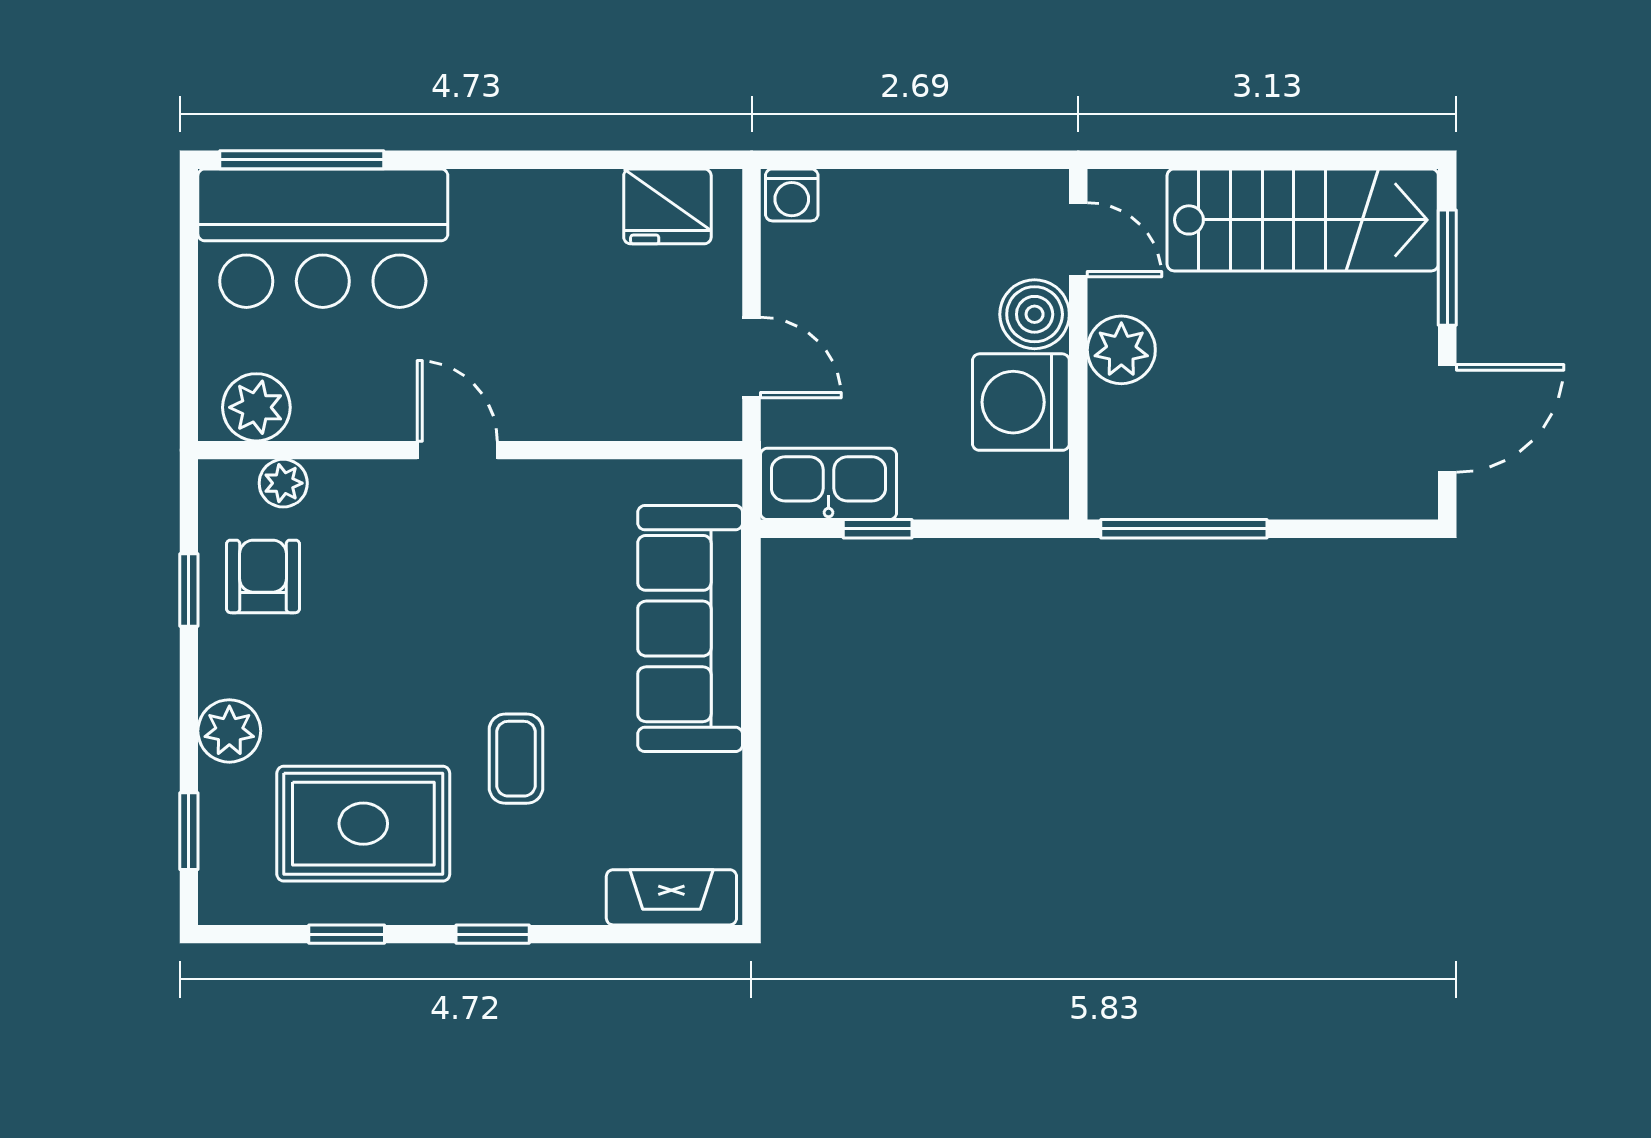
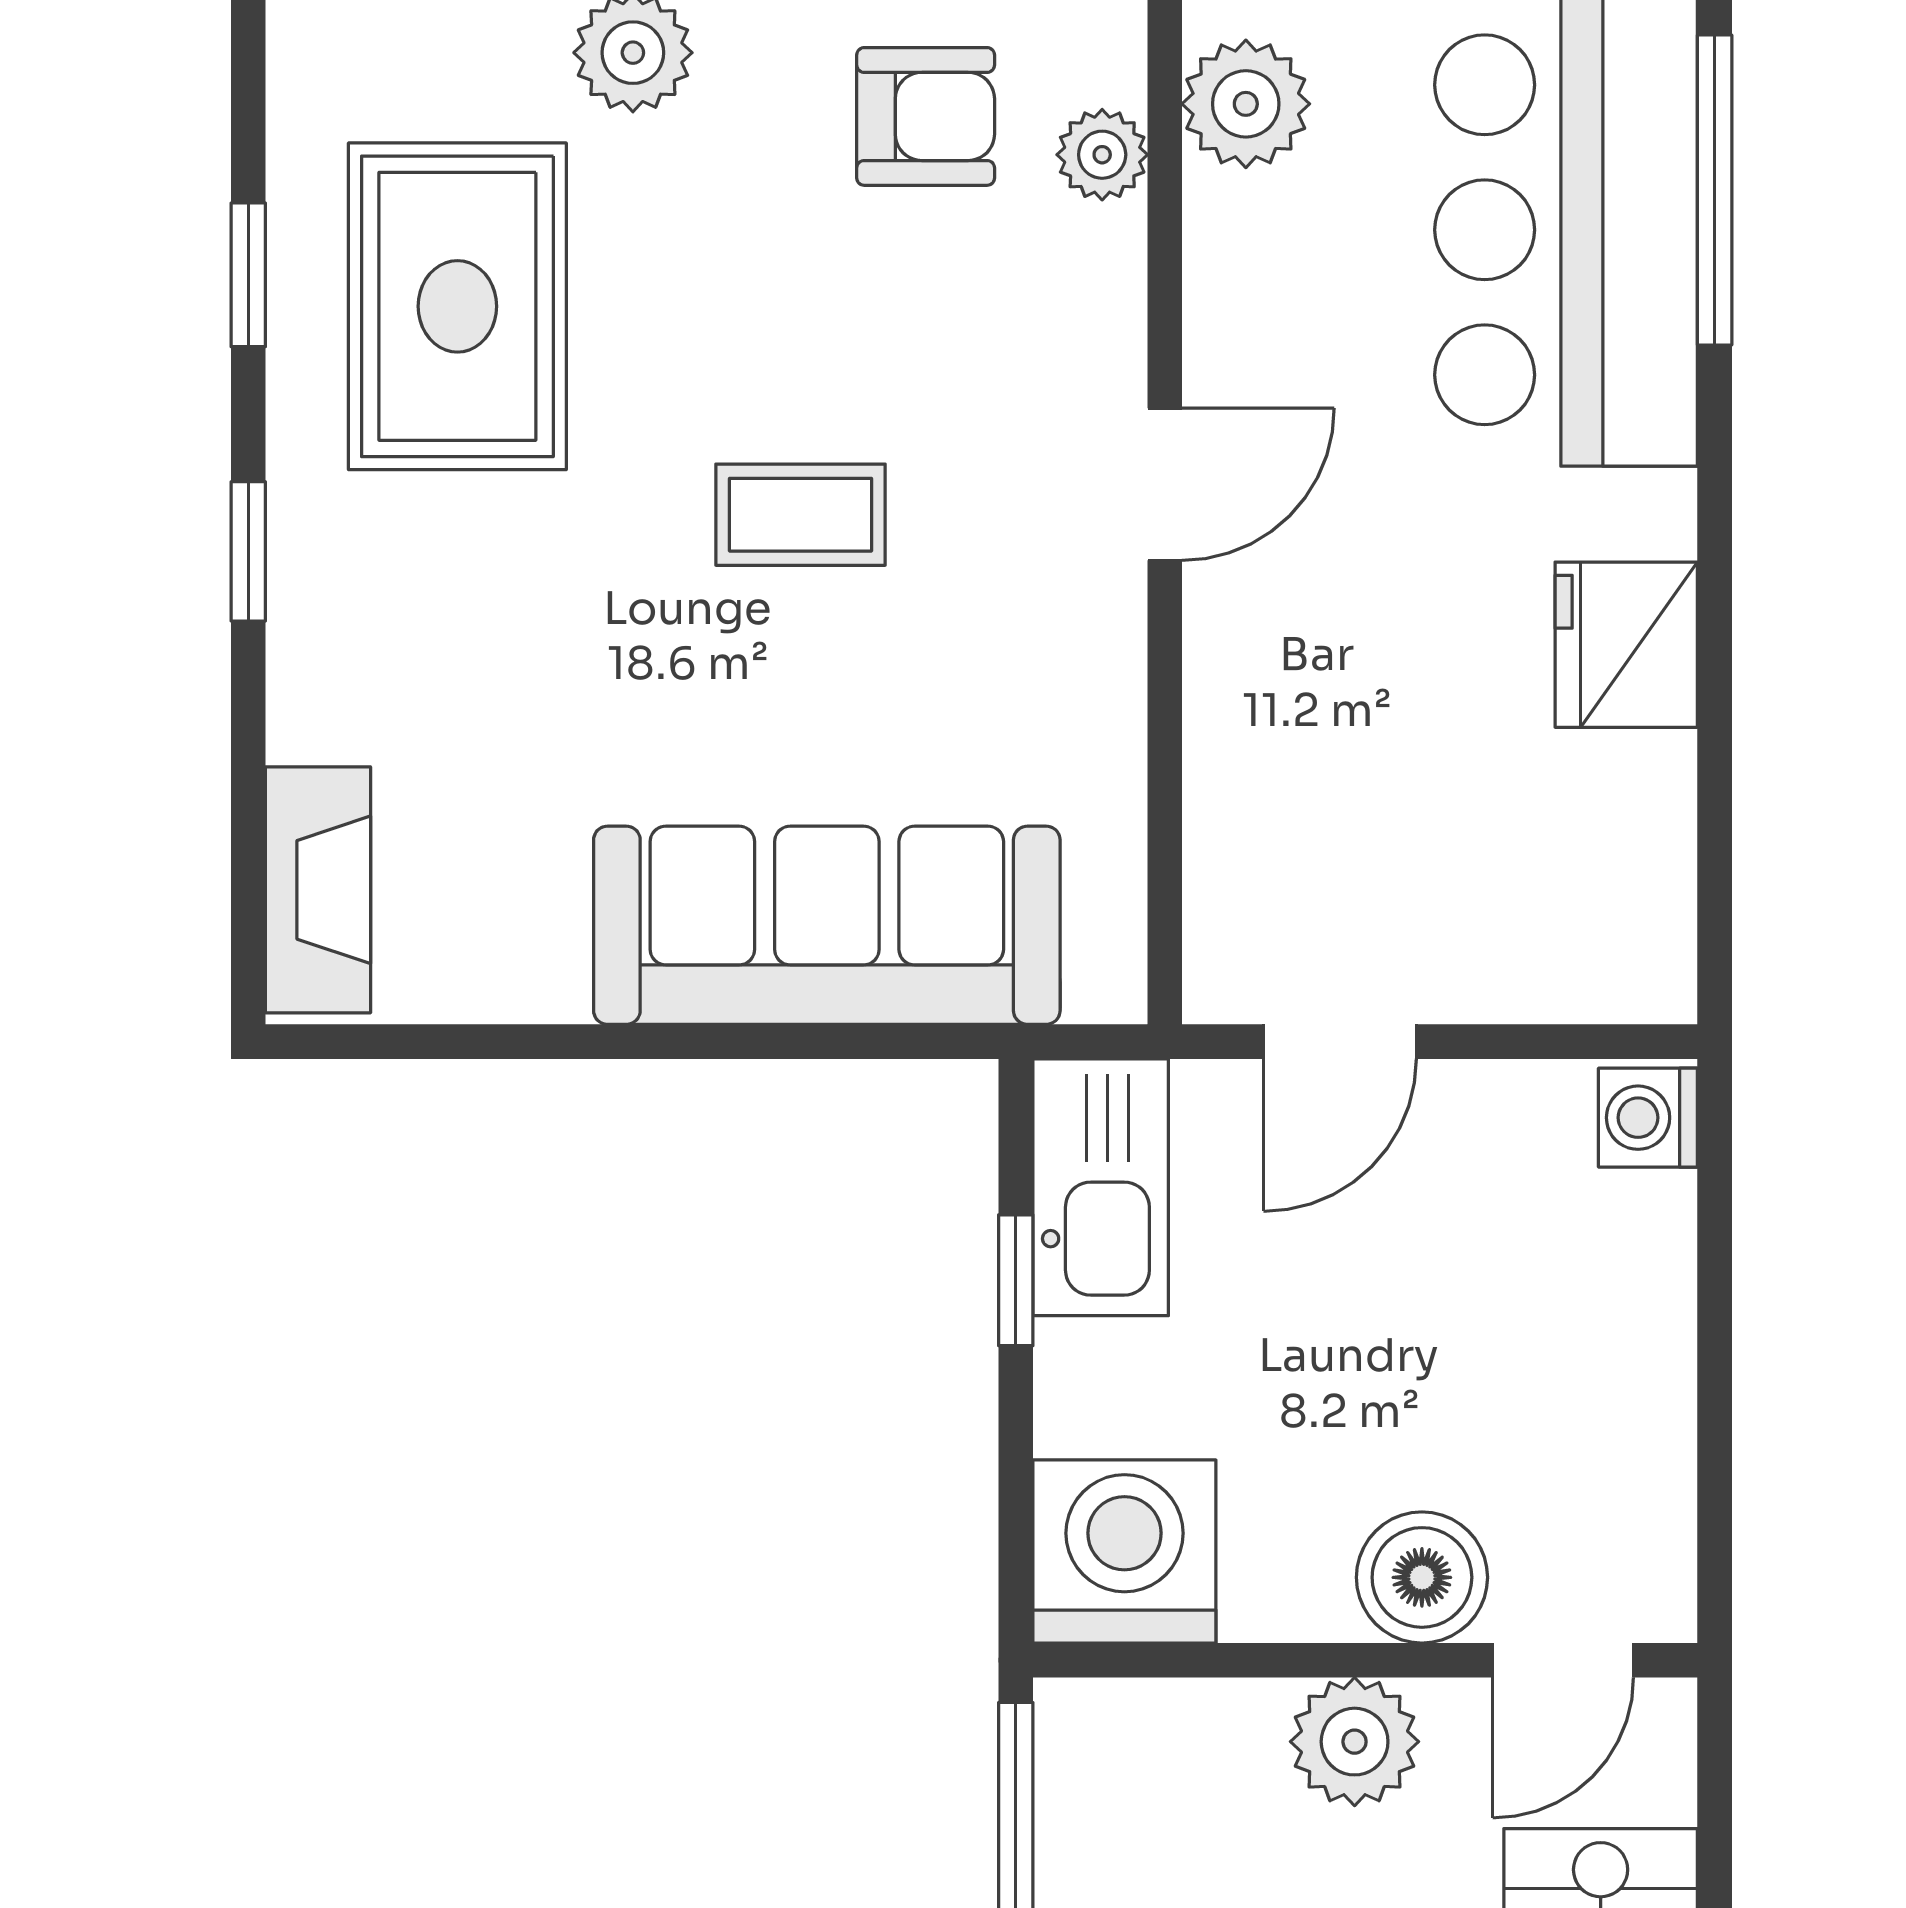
fridge: (667, 206) -> (1626, 645), moved
washing machine: (1021, 402) -> (1124, 1552), moved
coffee table: (516, 759) -> (801, 515), moved

